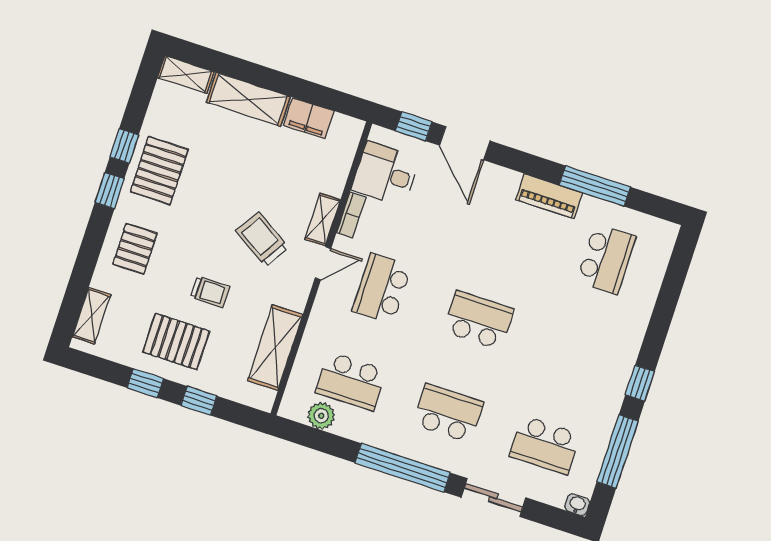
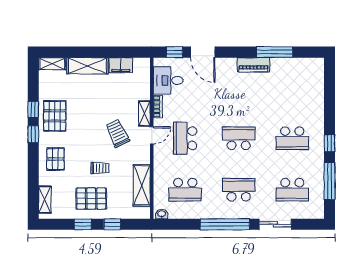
trolley: (262, 239) -> (117, 133), turned 32
school desk: (606, 259) -> (292, 138), moved, turned 90
plant: (321, 416) -> (176, 212), removed
washbasin: (577, 505) -> (162, 214), moved

